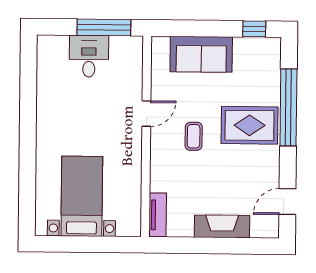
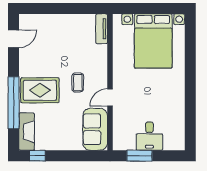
window: (104, 27) -> (139, 156), width x0.69
sofa: (201, 54) -> (95, 129), moved, turned -90
bed with nightstands: (82, 196) -> (153, 41), width x1.36
fireplace: (222, 226) -> (27, 132), moved, turned -90

